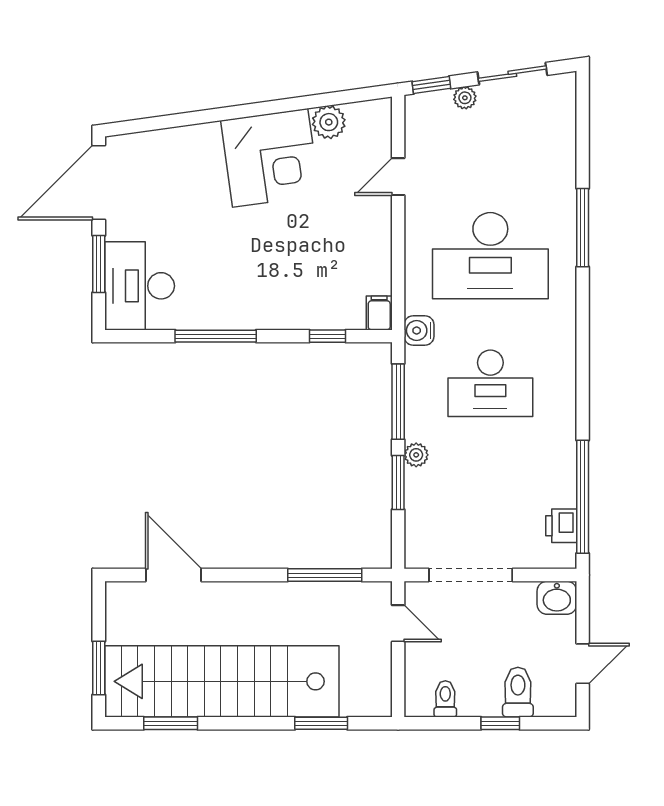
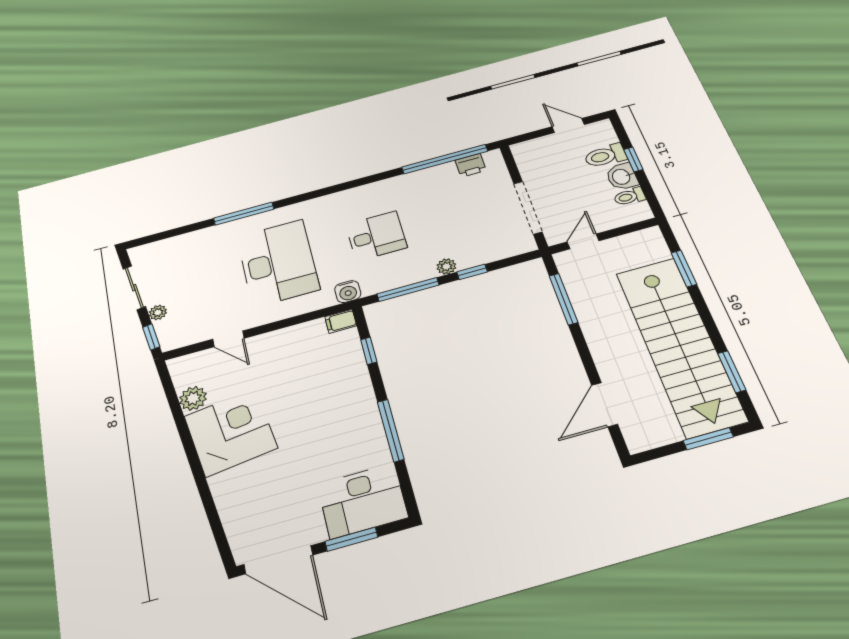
desk: (490, 383) -> (376, 236), width x0.73
window: (398, 483) -> (472, 272), width x0.67
washbasin: (557, 598) -> (622, 177), moved, turned 180

